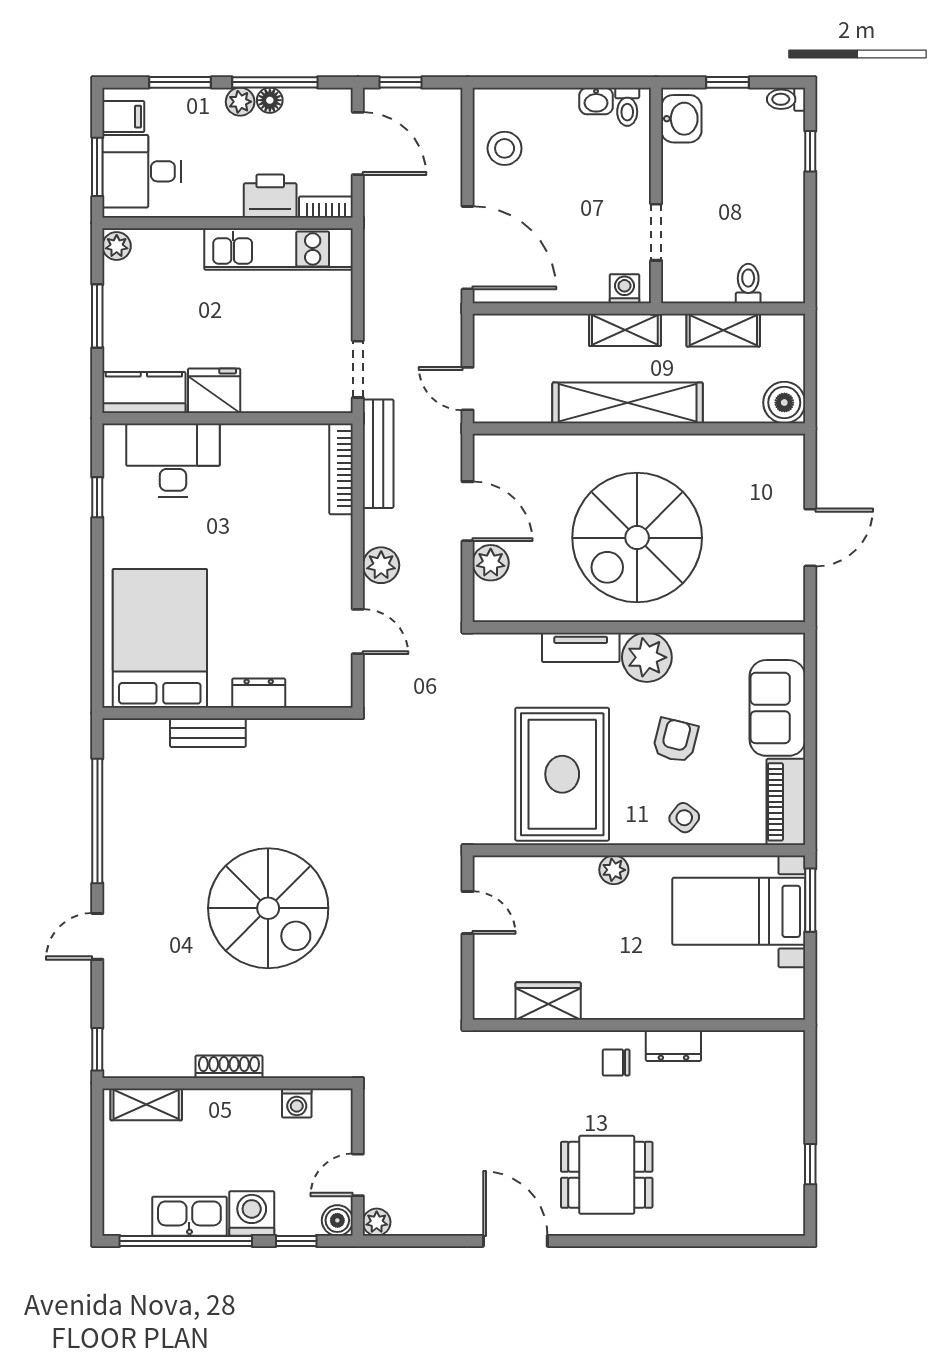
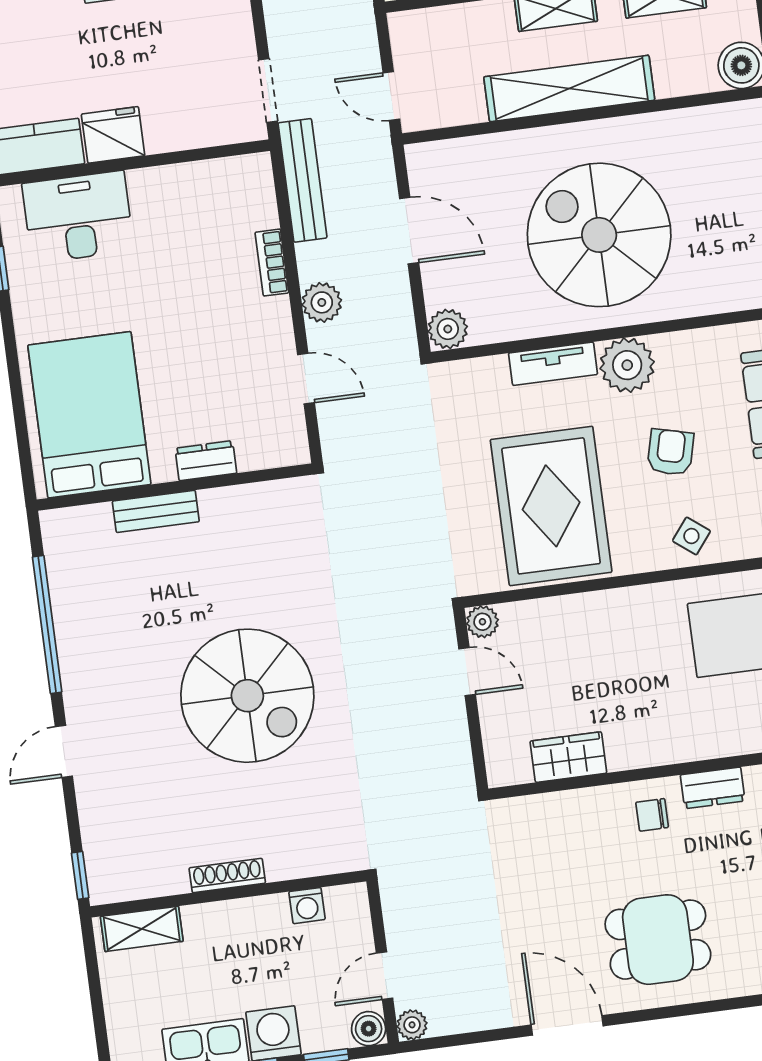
bookcase: (341, 469) -> (272, 263), moved, width x0.64
spiral stairs: (637, 538) -> (599, 235), turned 90
plant: (491, 563) -> (448, 329), moved
plant: (614, 870) -> (482, 622), moved

